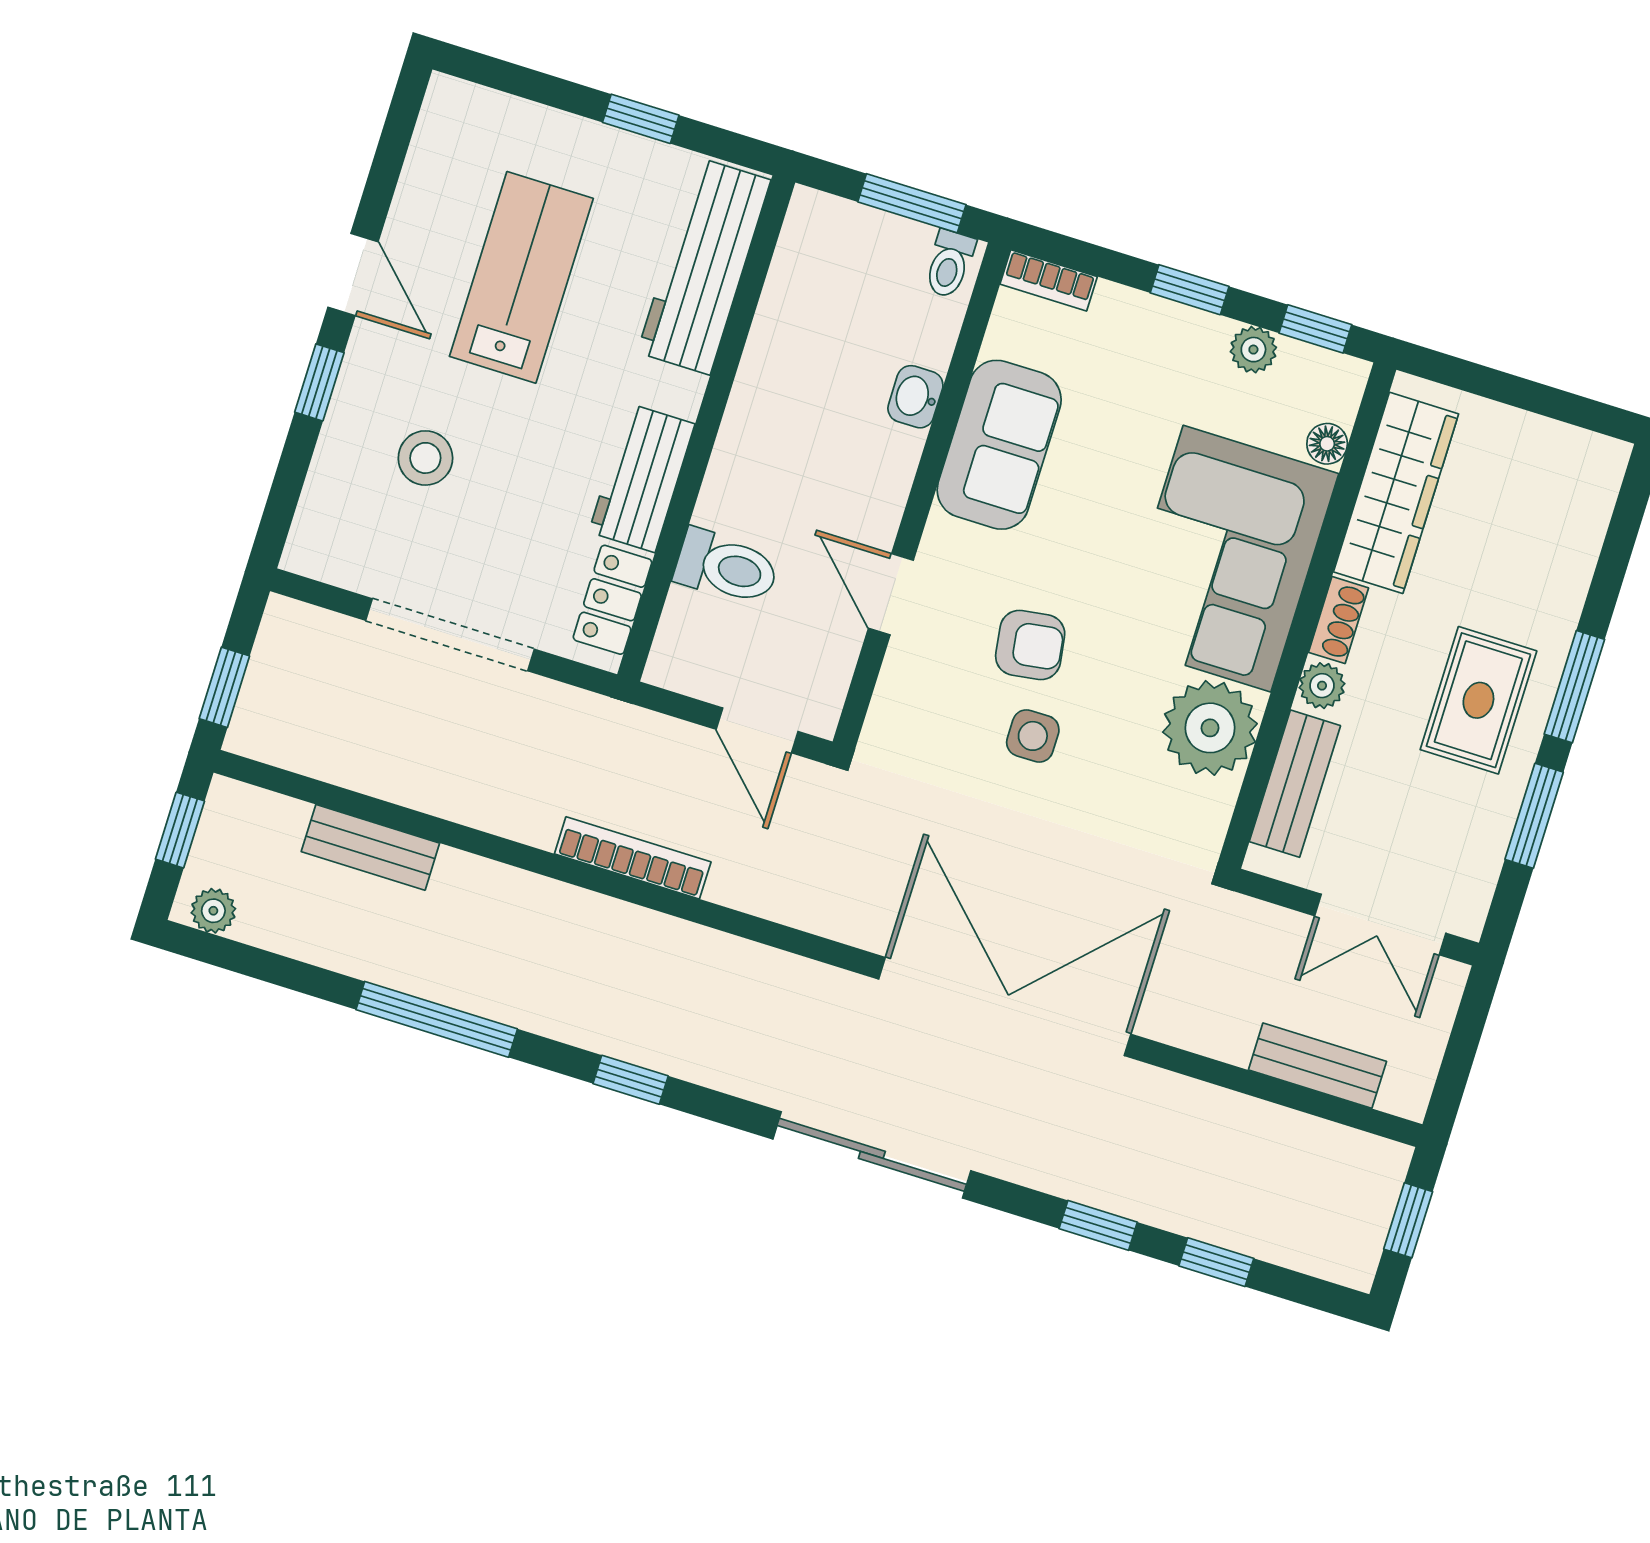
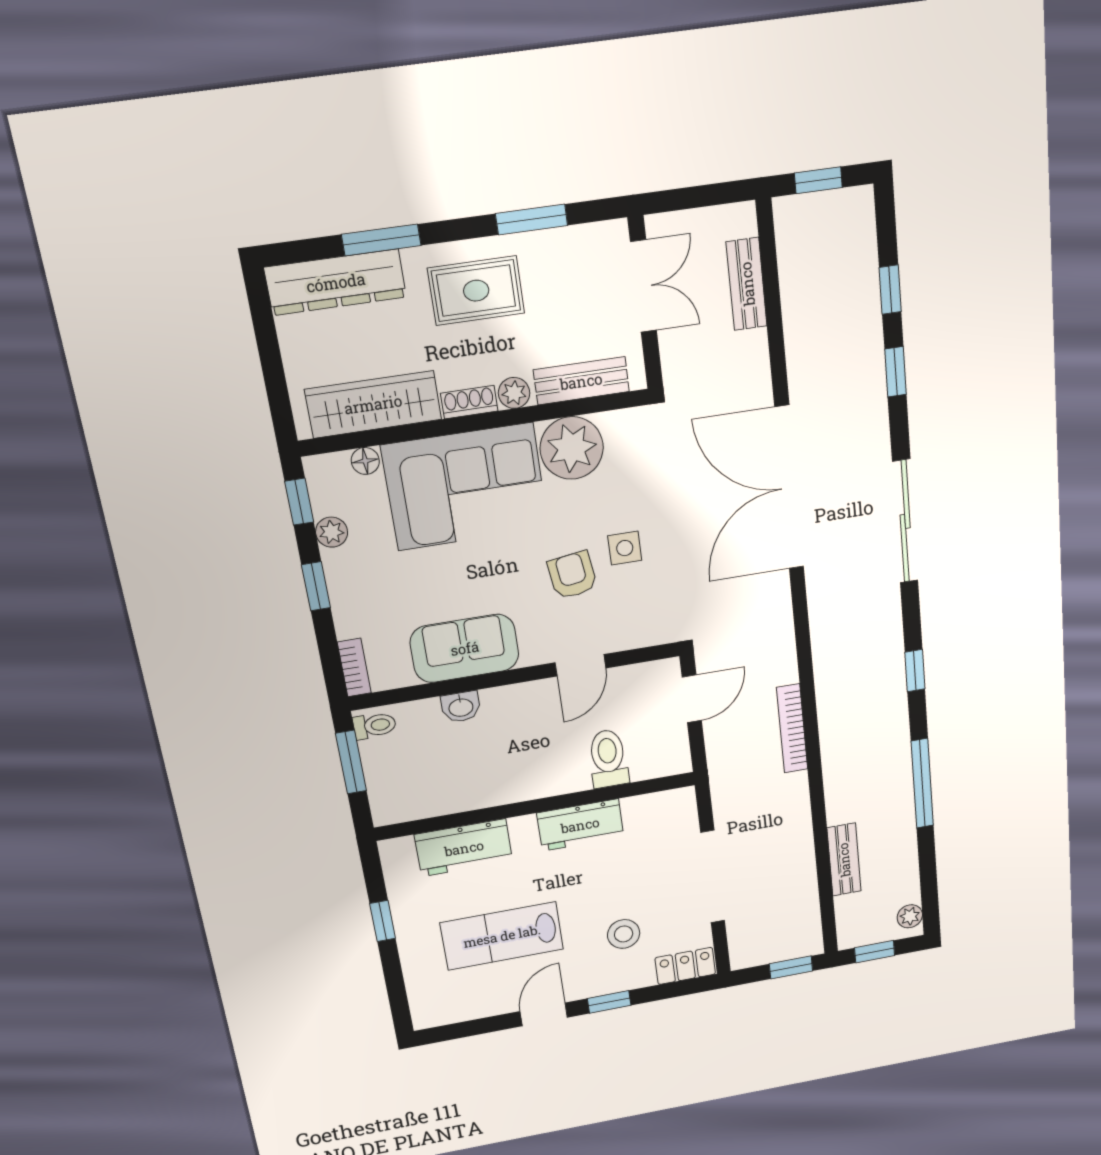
workbench: (704, 266) -> (464, 848), width x0.73
dresser: (1574, 525) -> (336, 282), added
locker: (613, 600) -> (685, 966), moved, turned 180
window: (1574, 687) -> (381, 240), moved

